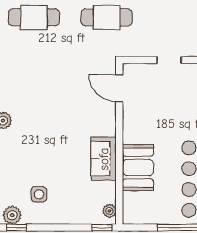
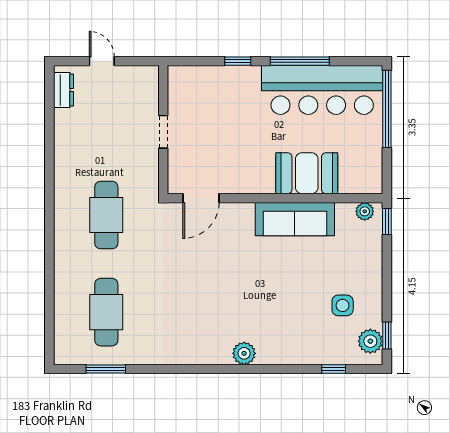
sofa: (104, 159) -> (295, 219), width x1.36

